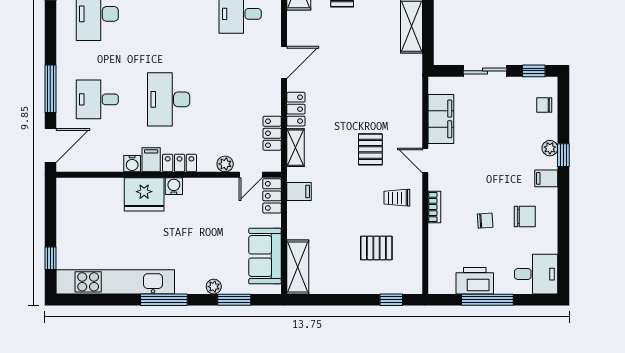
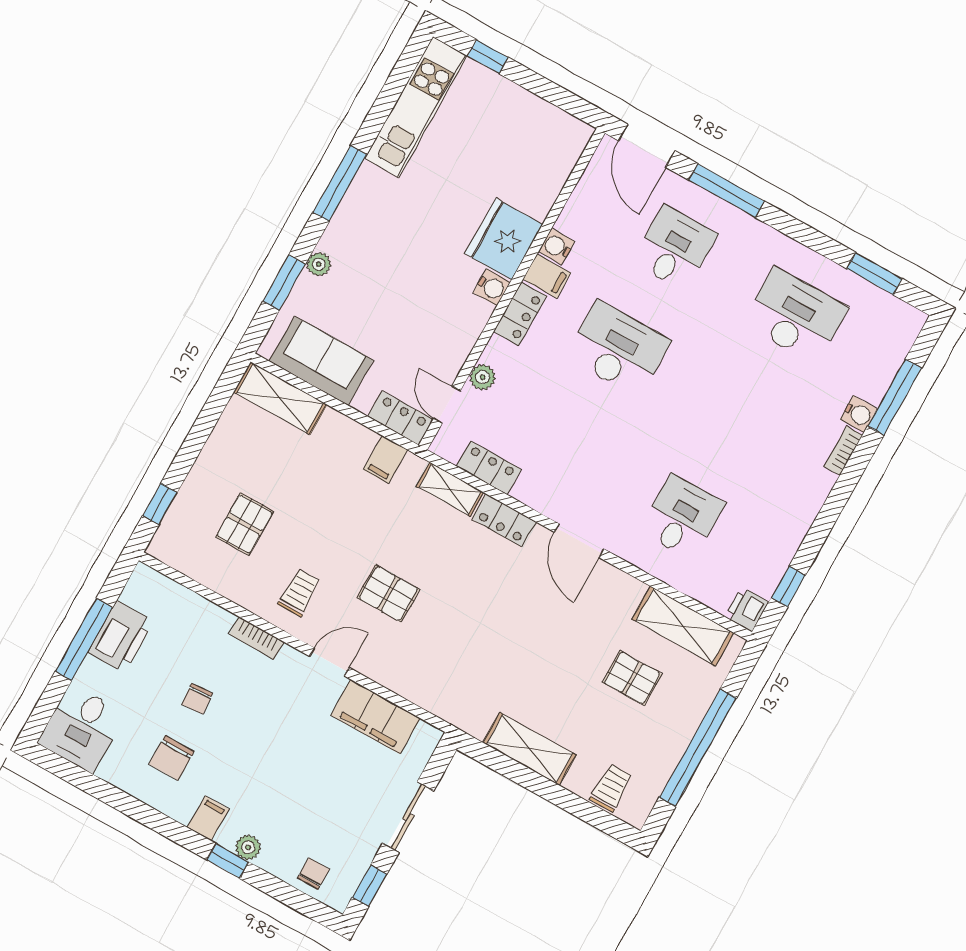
kitchen unit: (115, 282) -> (416, 107), width x0.73

